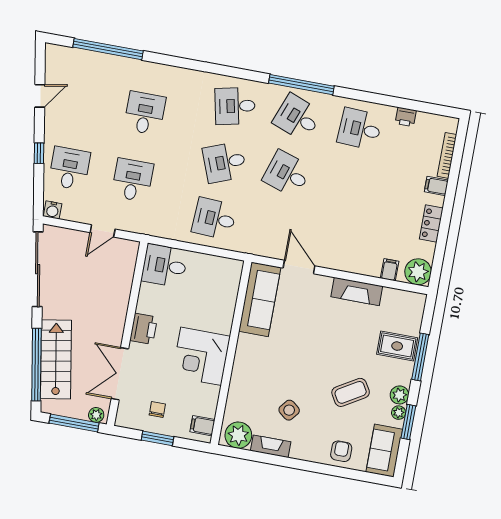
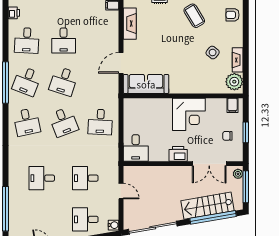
desk: (349, 185) -> (64, 40), added

